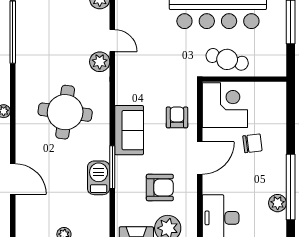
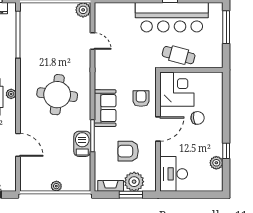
plant: (100, 62) -> (83, 57), removed
armchair: (160, 187) -> (128, 151), turned 180
window: (291, 187) -> (226, 151), width x0.32

